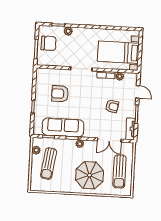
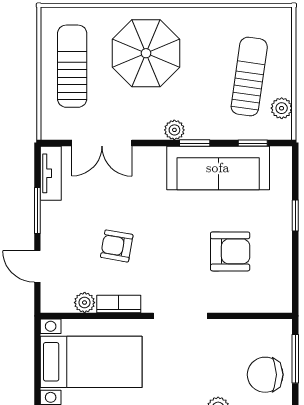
armchair: (112, 106) -> (117, 246), moved
double door: (109, 140) -> (102, 143), swing flipped

